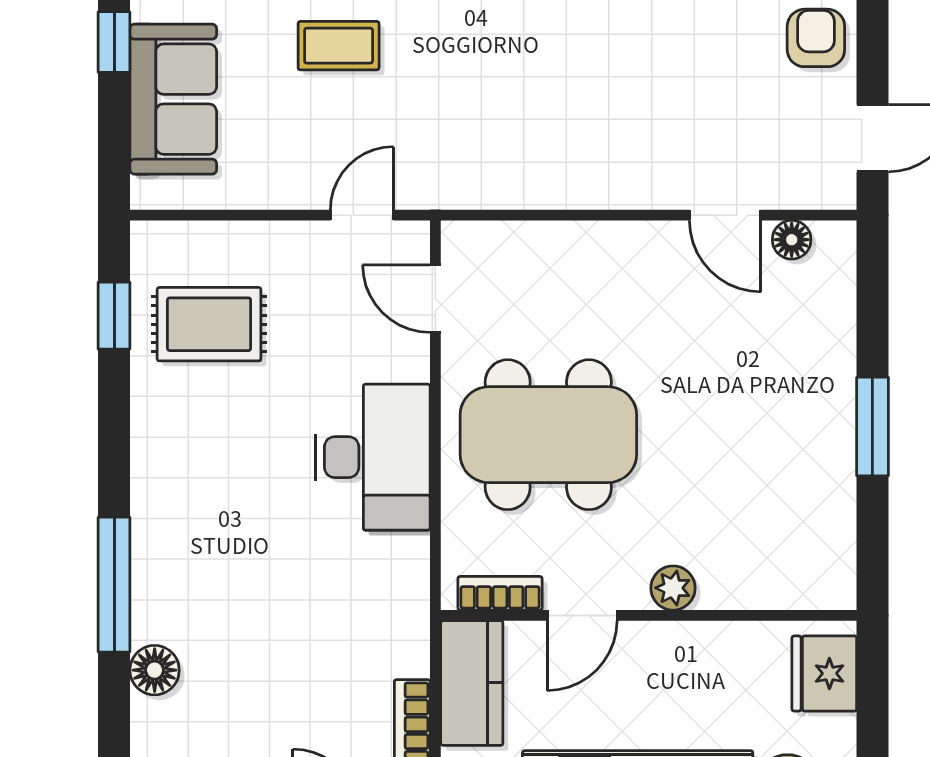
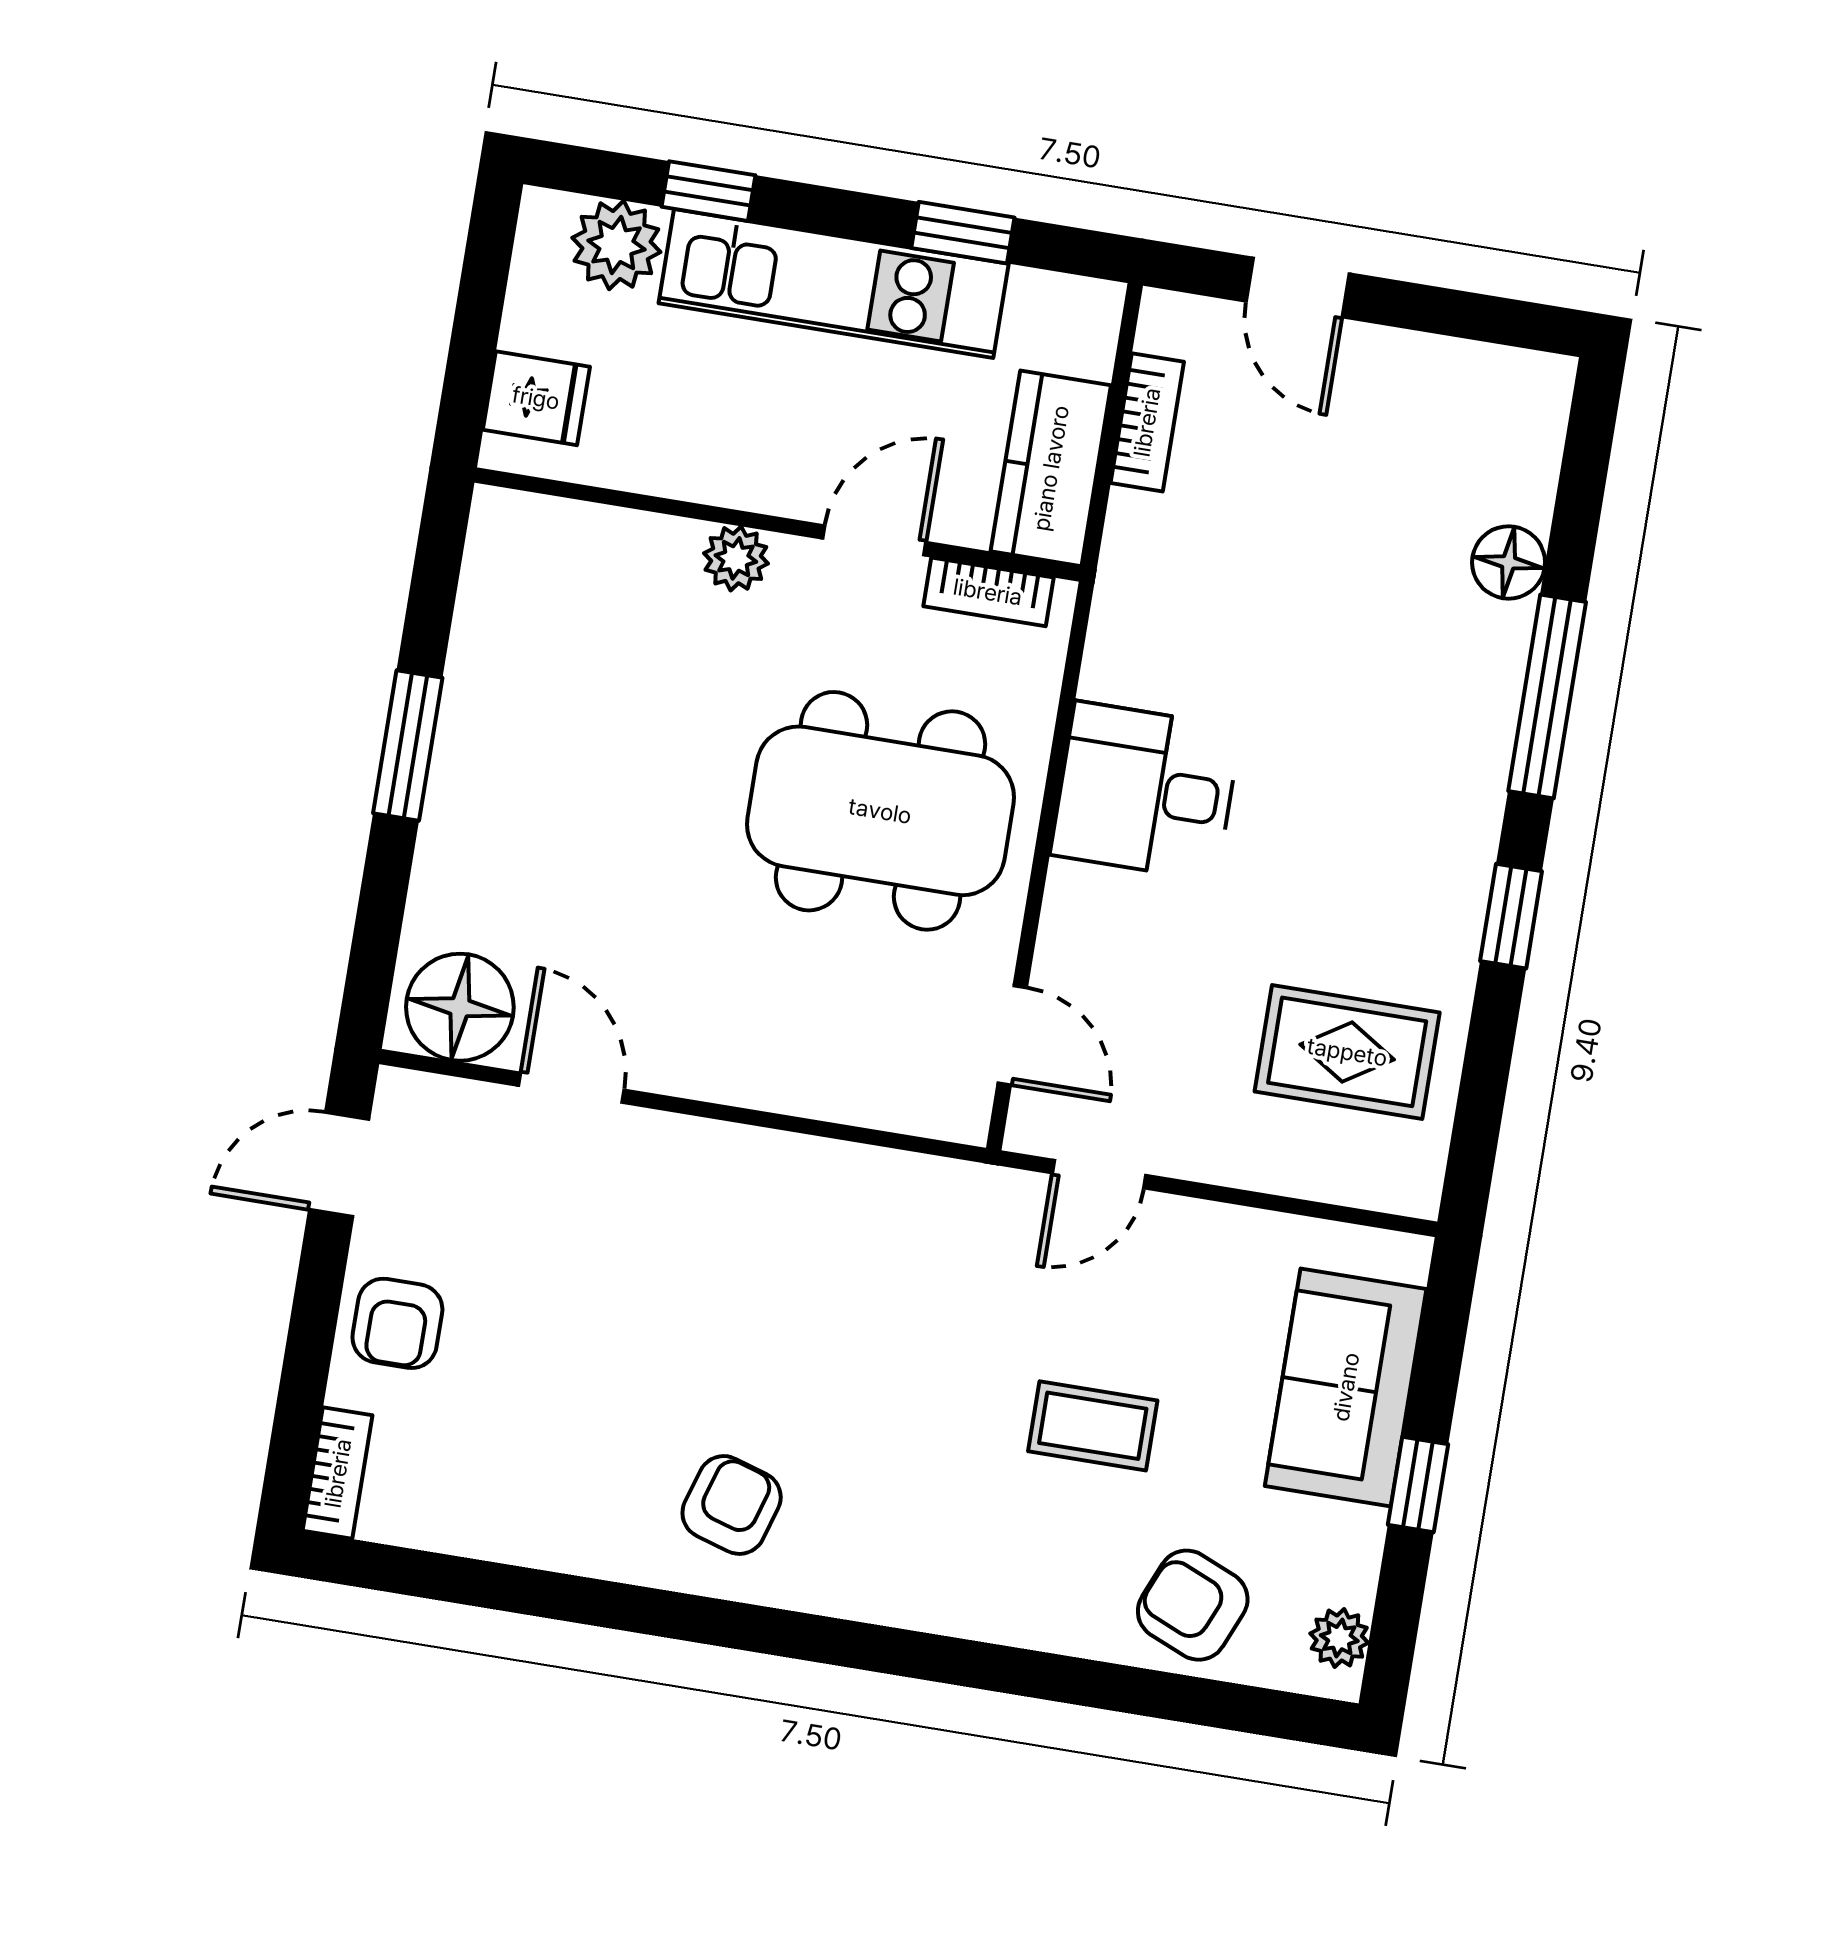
floor lamp: (792, 240) -> (460, 1007), width x1.89, depth x1.89
window: (114, 316) -> (1511, 916), moved
desk: (373, 457) -> (1146, 791), width x0.73
fridge: (824, 673) -> (536, 398), width x0.72

